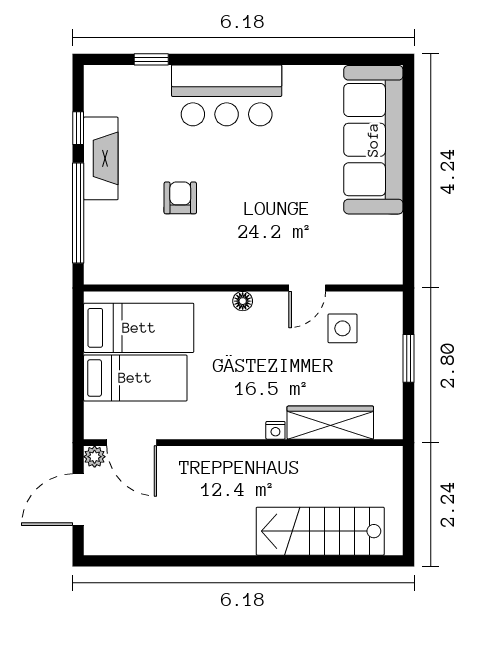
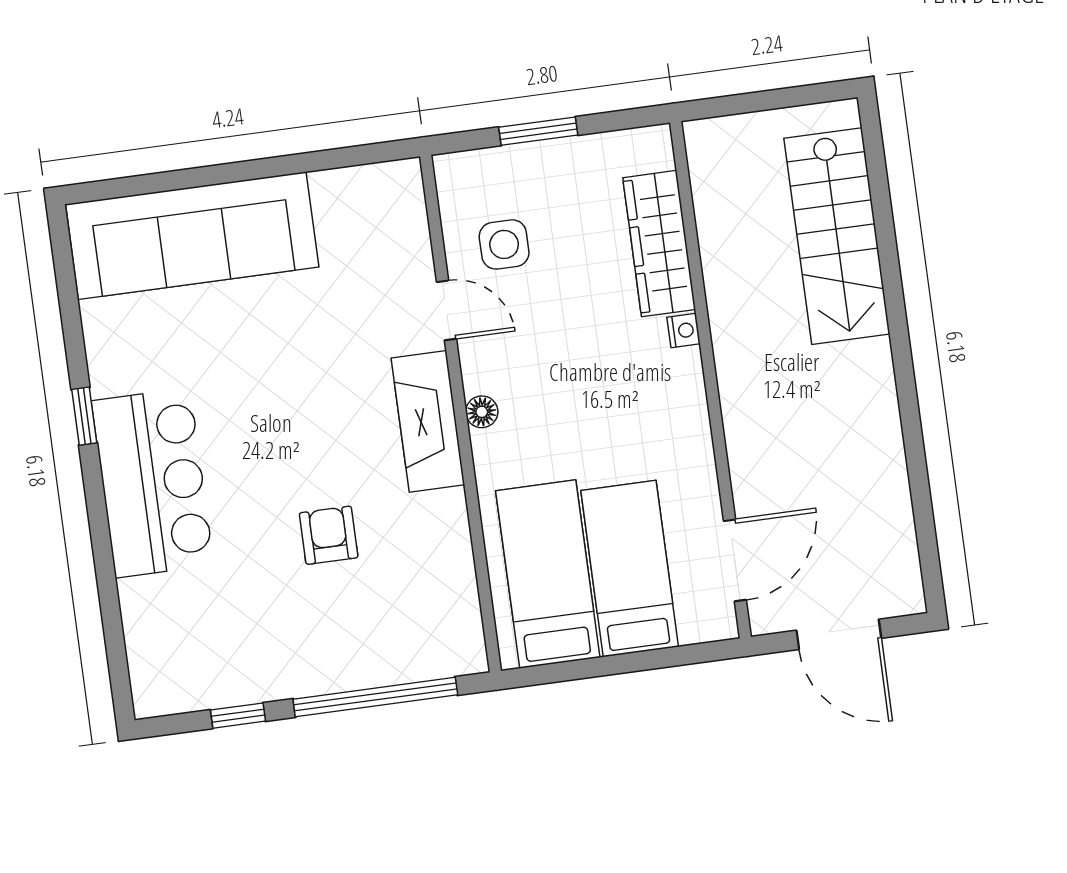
window: (151, 59) -> (84, 416), moved
fireplace: (101, 158) -> (428, 421), moved, turned -90
armchair: (180, 198) -> (329, 535), turned 90
plant: (95, 457) -> (766, 617), removed

